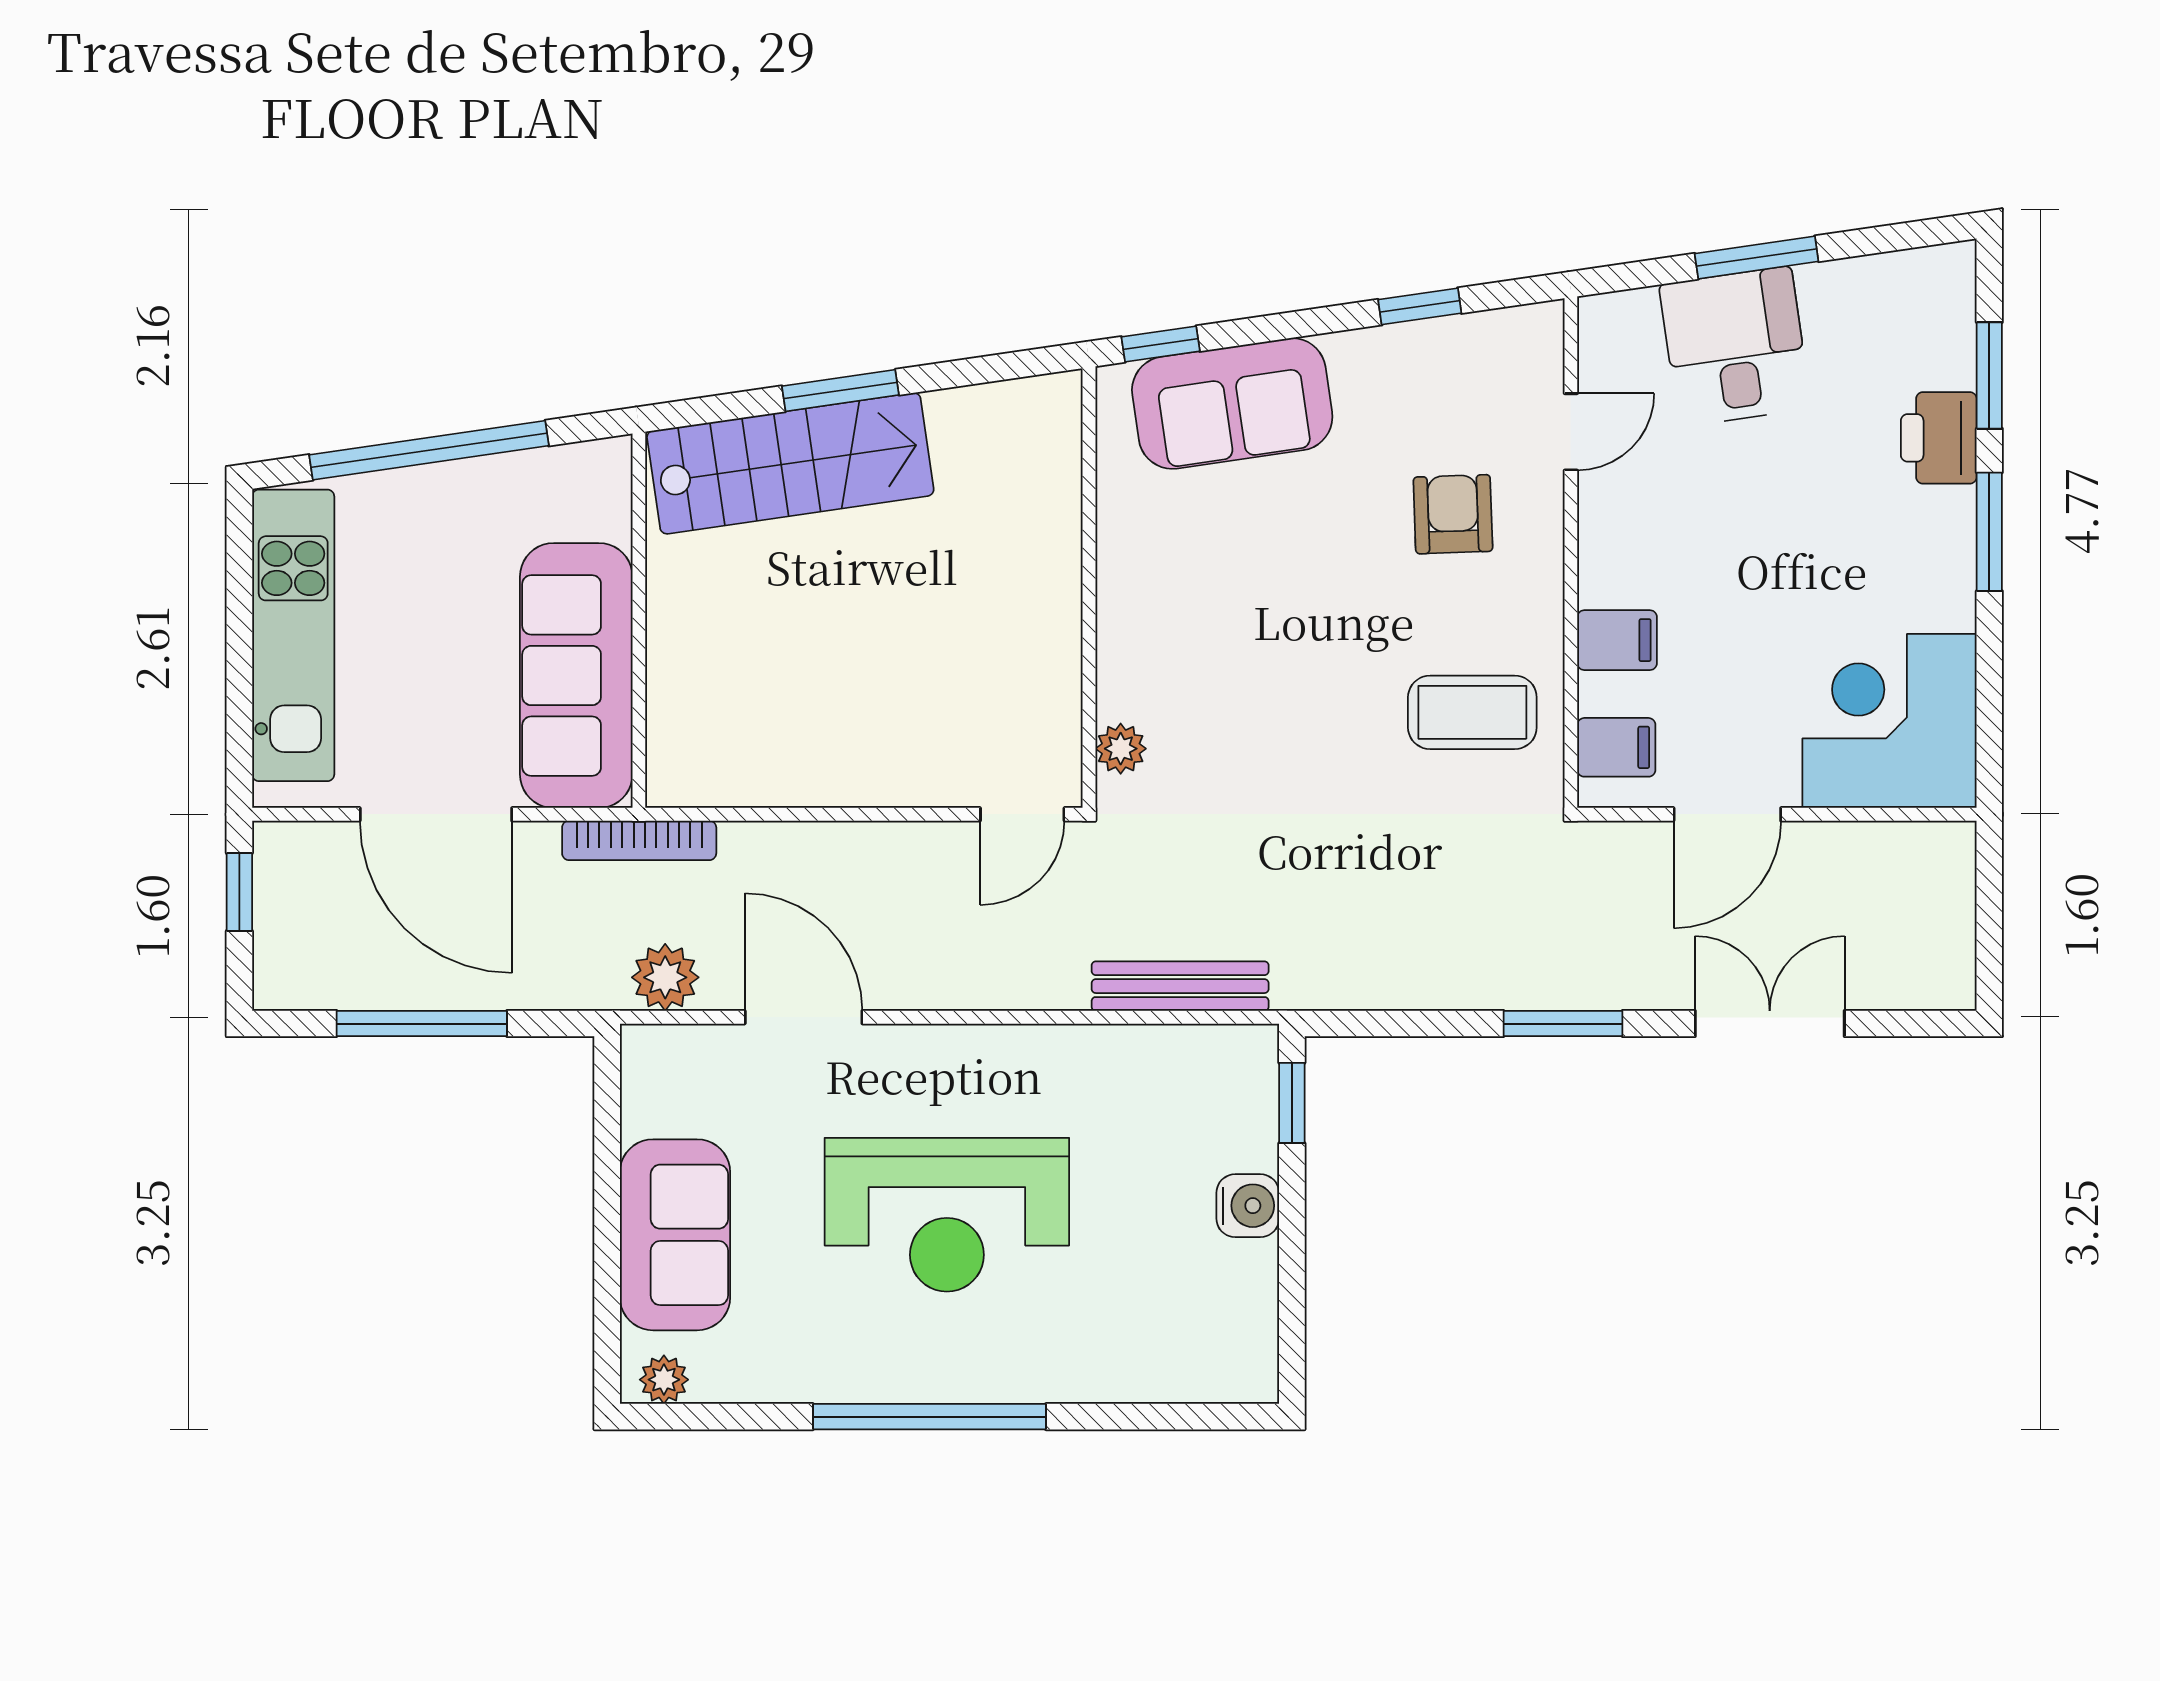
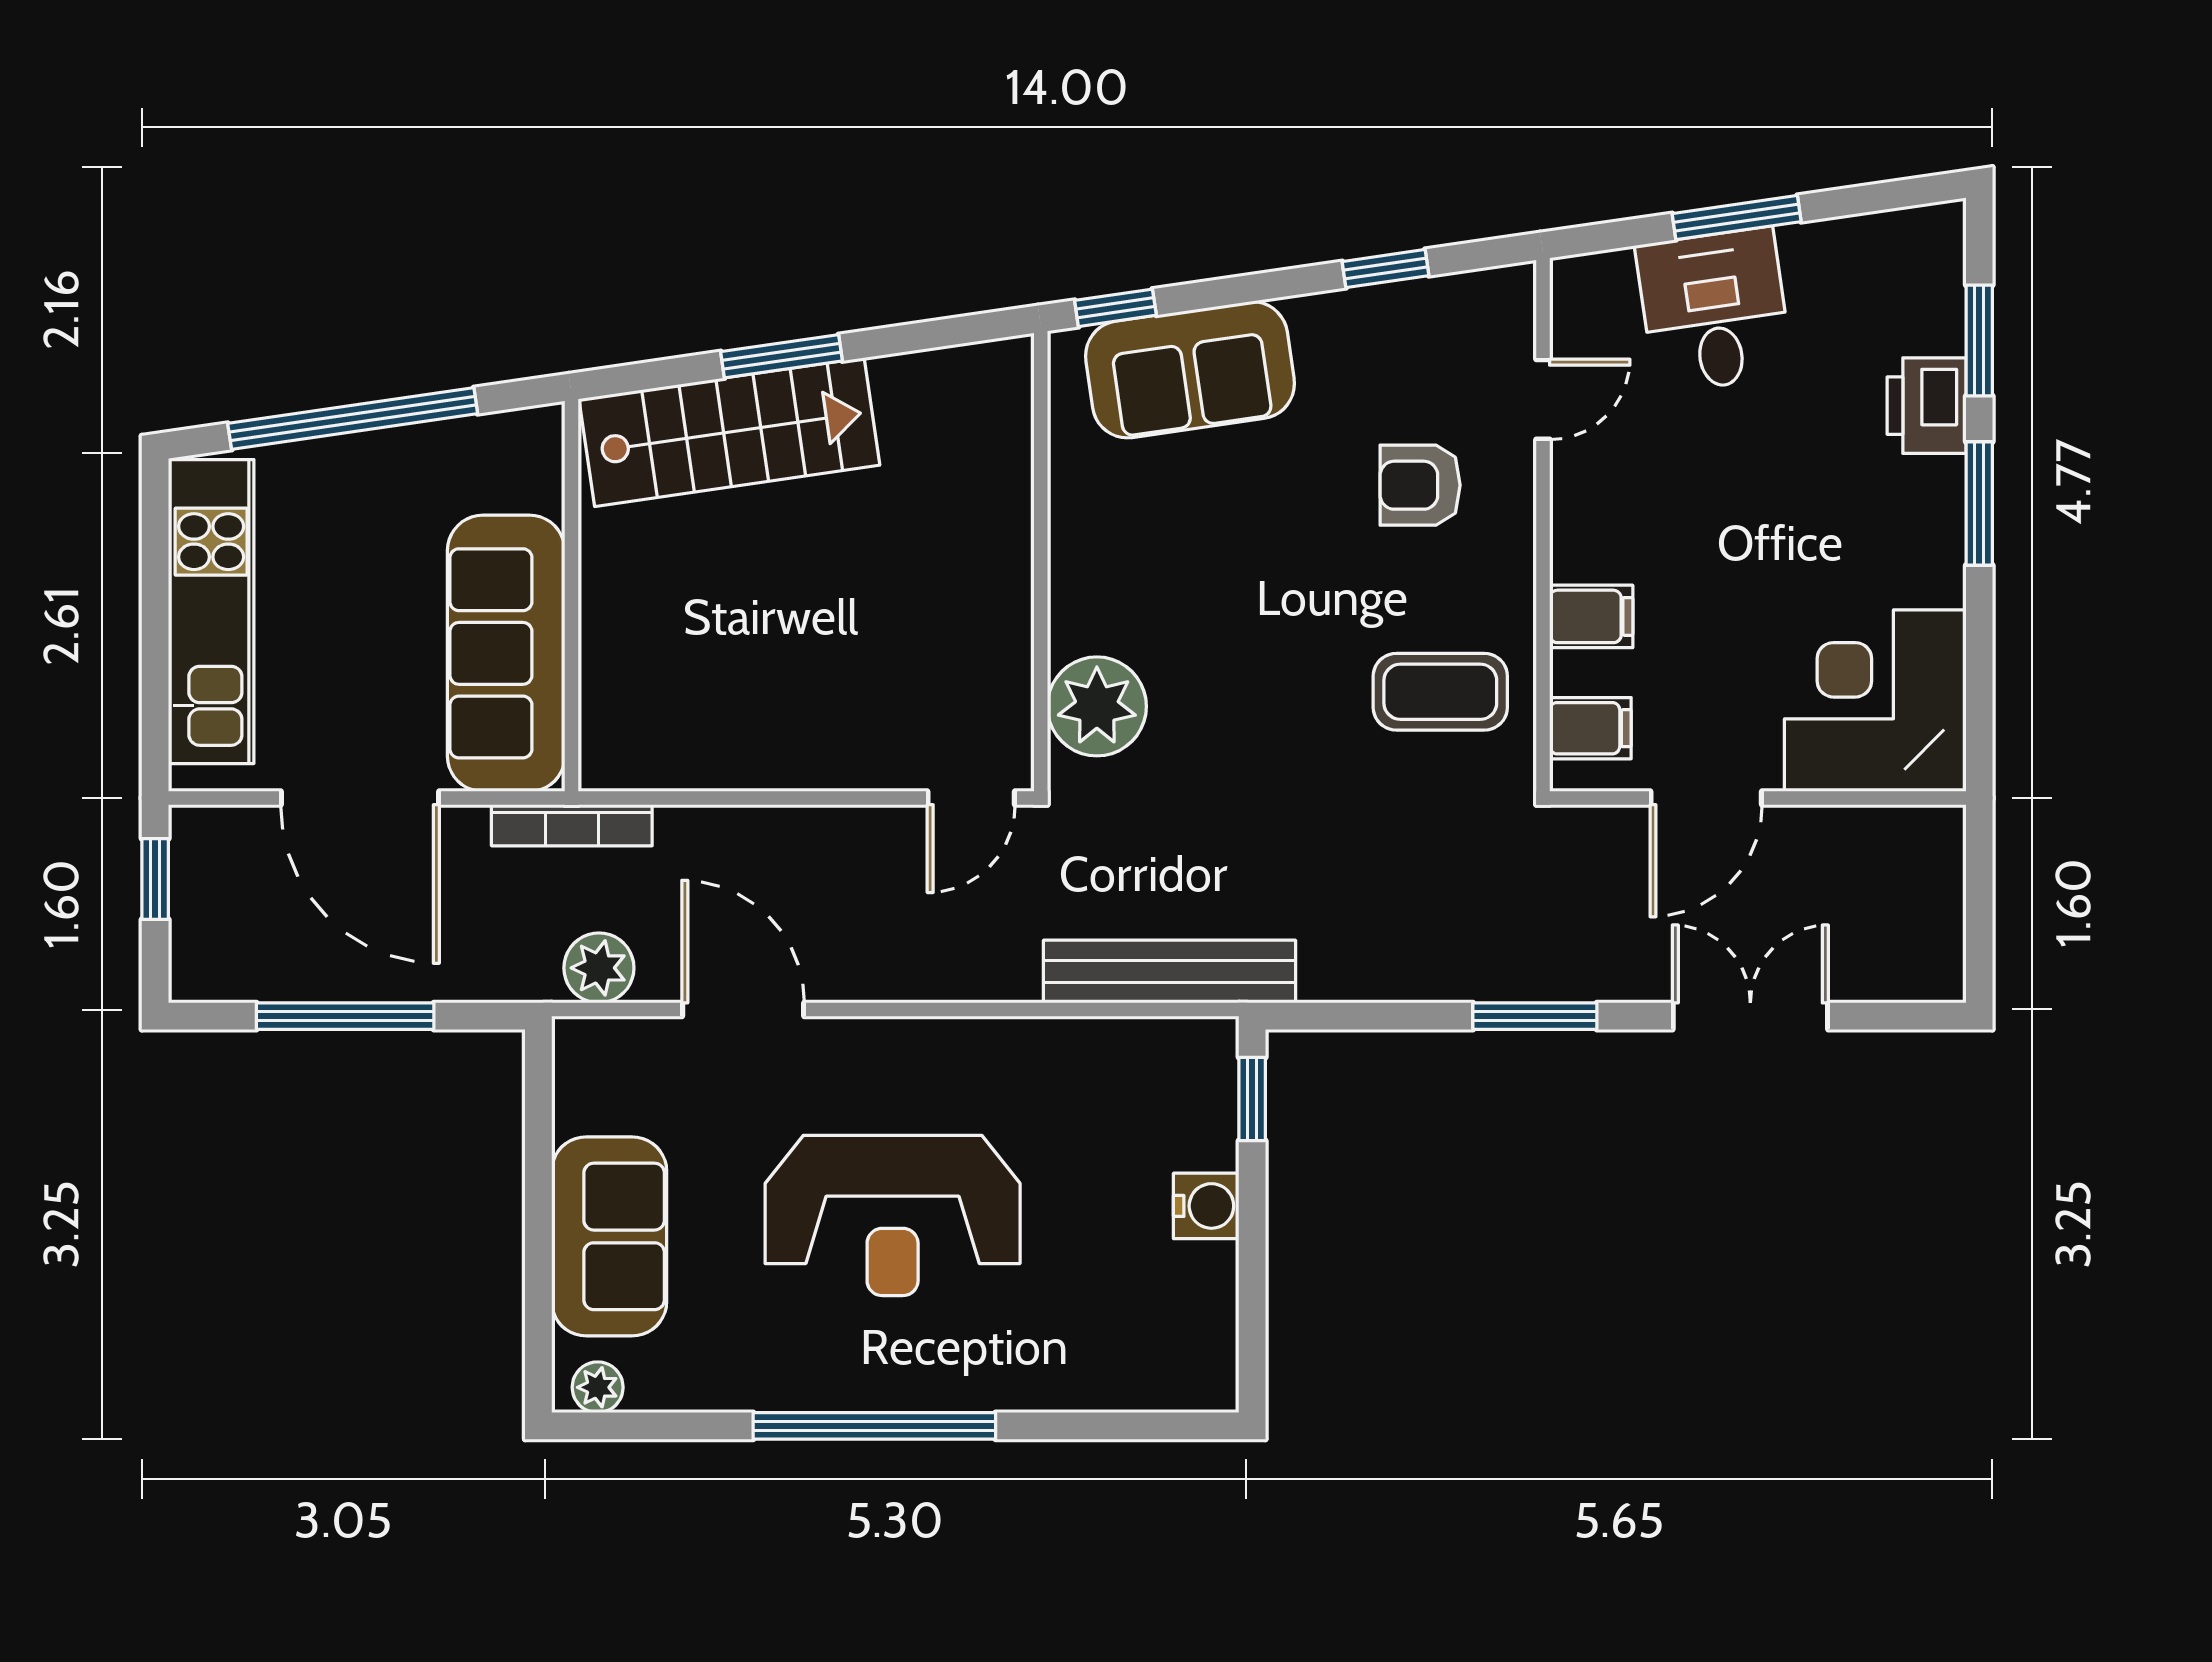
armchair: (1453, 514) -> (1420, 485), turned -88
plant: (1121, 749) -> (1097, 706), width x1.88, depth x1.88
bench: (1180, 986) -> (1169, 972), width x1.37, depth x1.21

